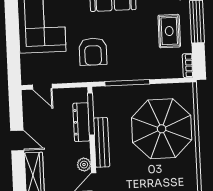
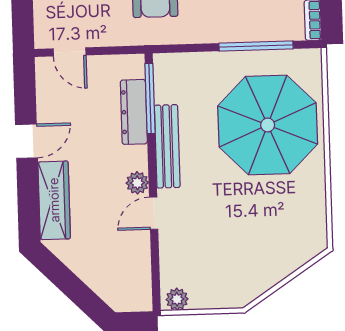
window: (127, 83) -> (256, 46), moved
door: (17, 141) -> (26, 141), hinge flipped

